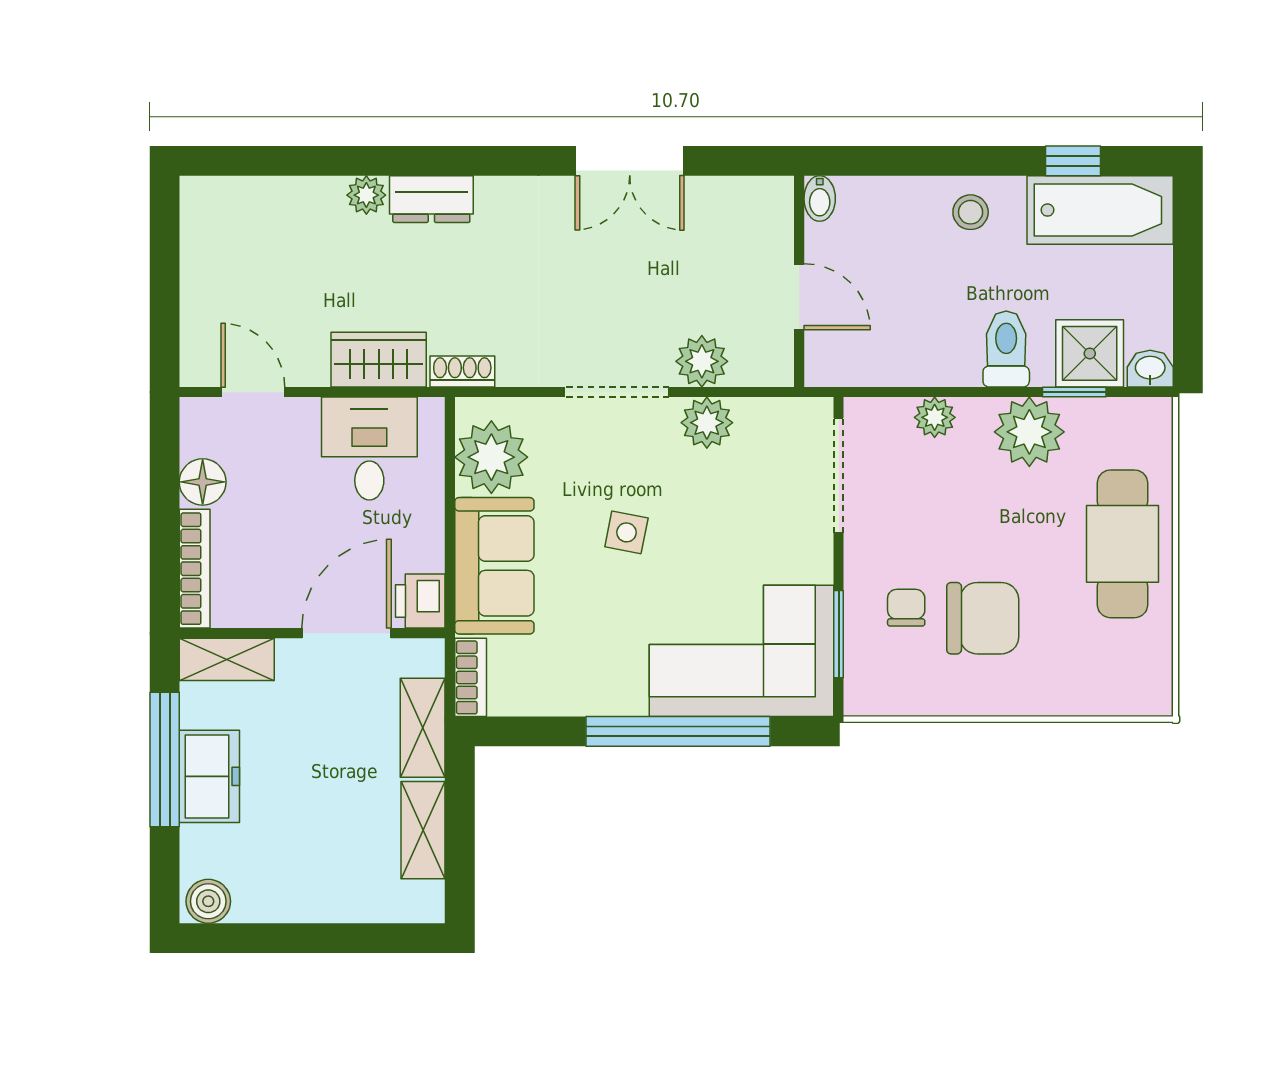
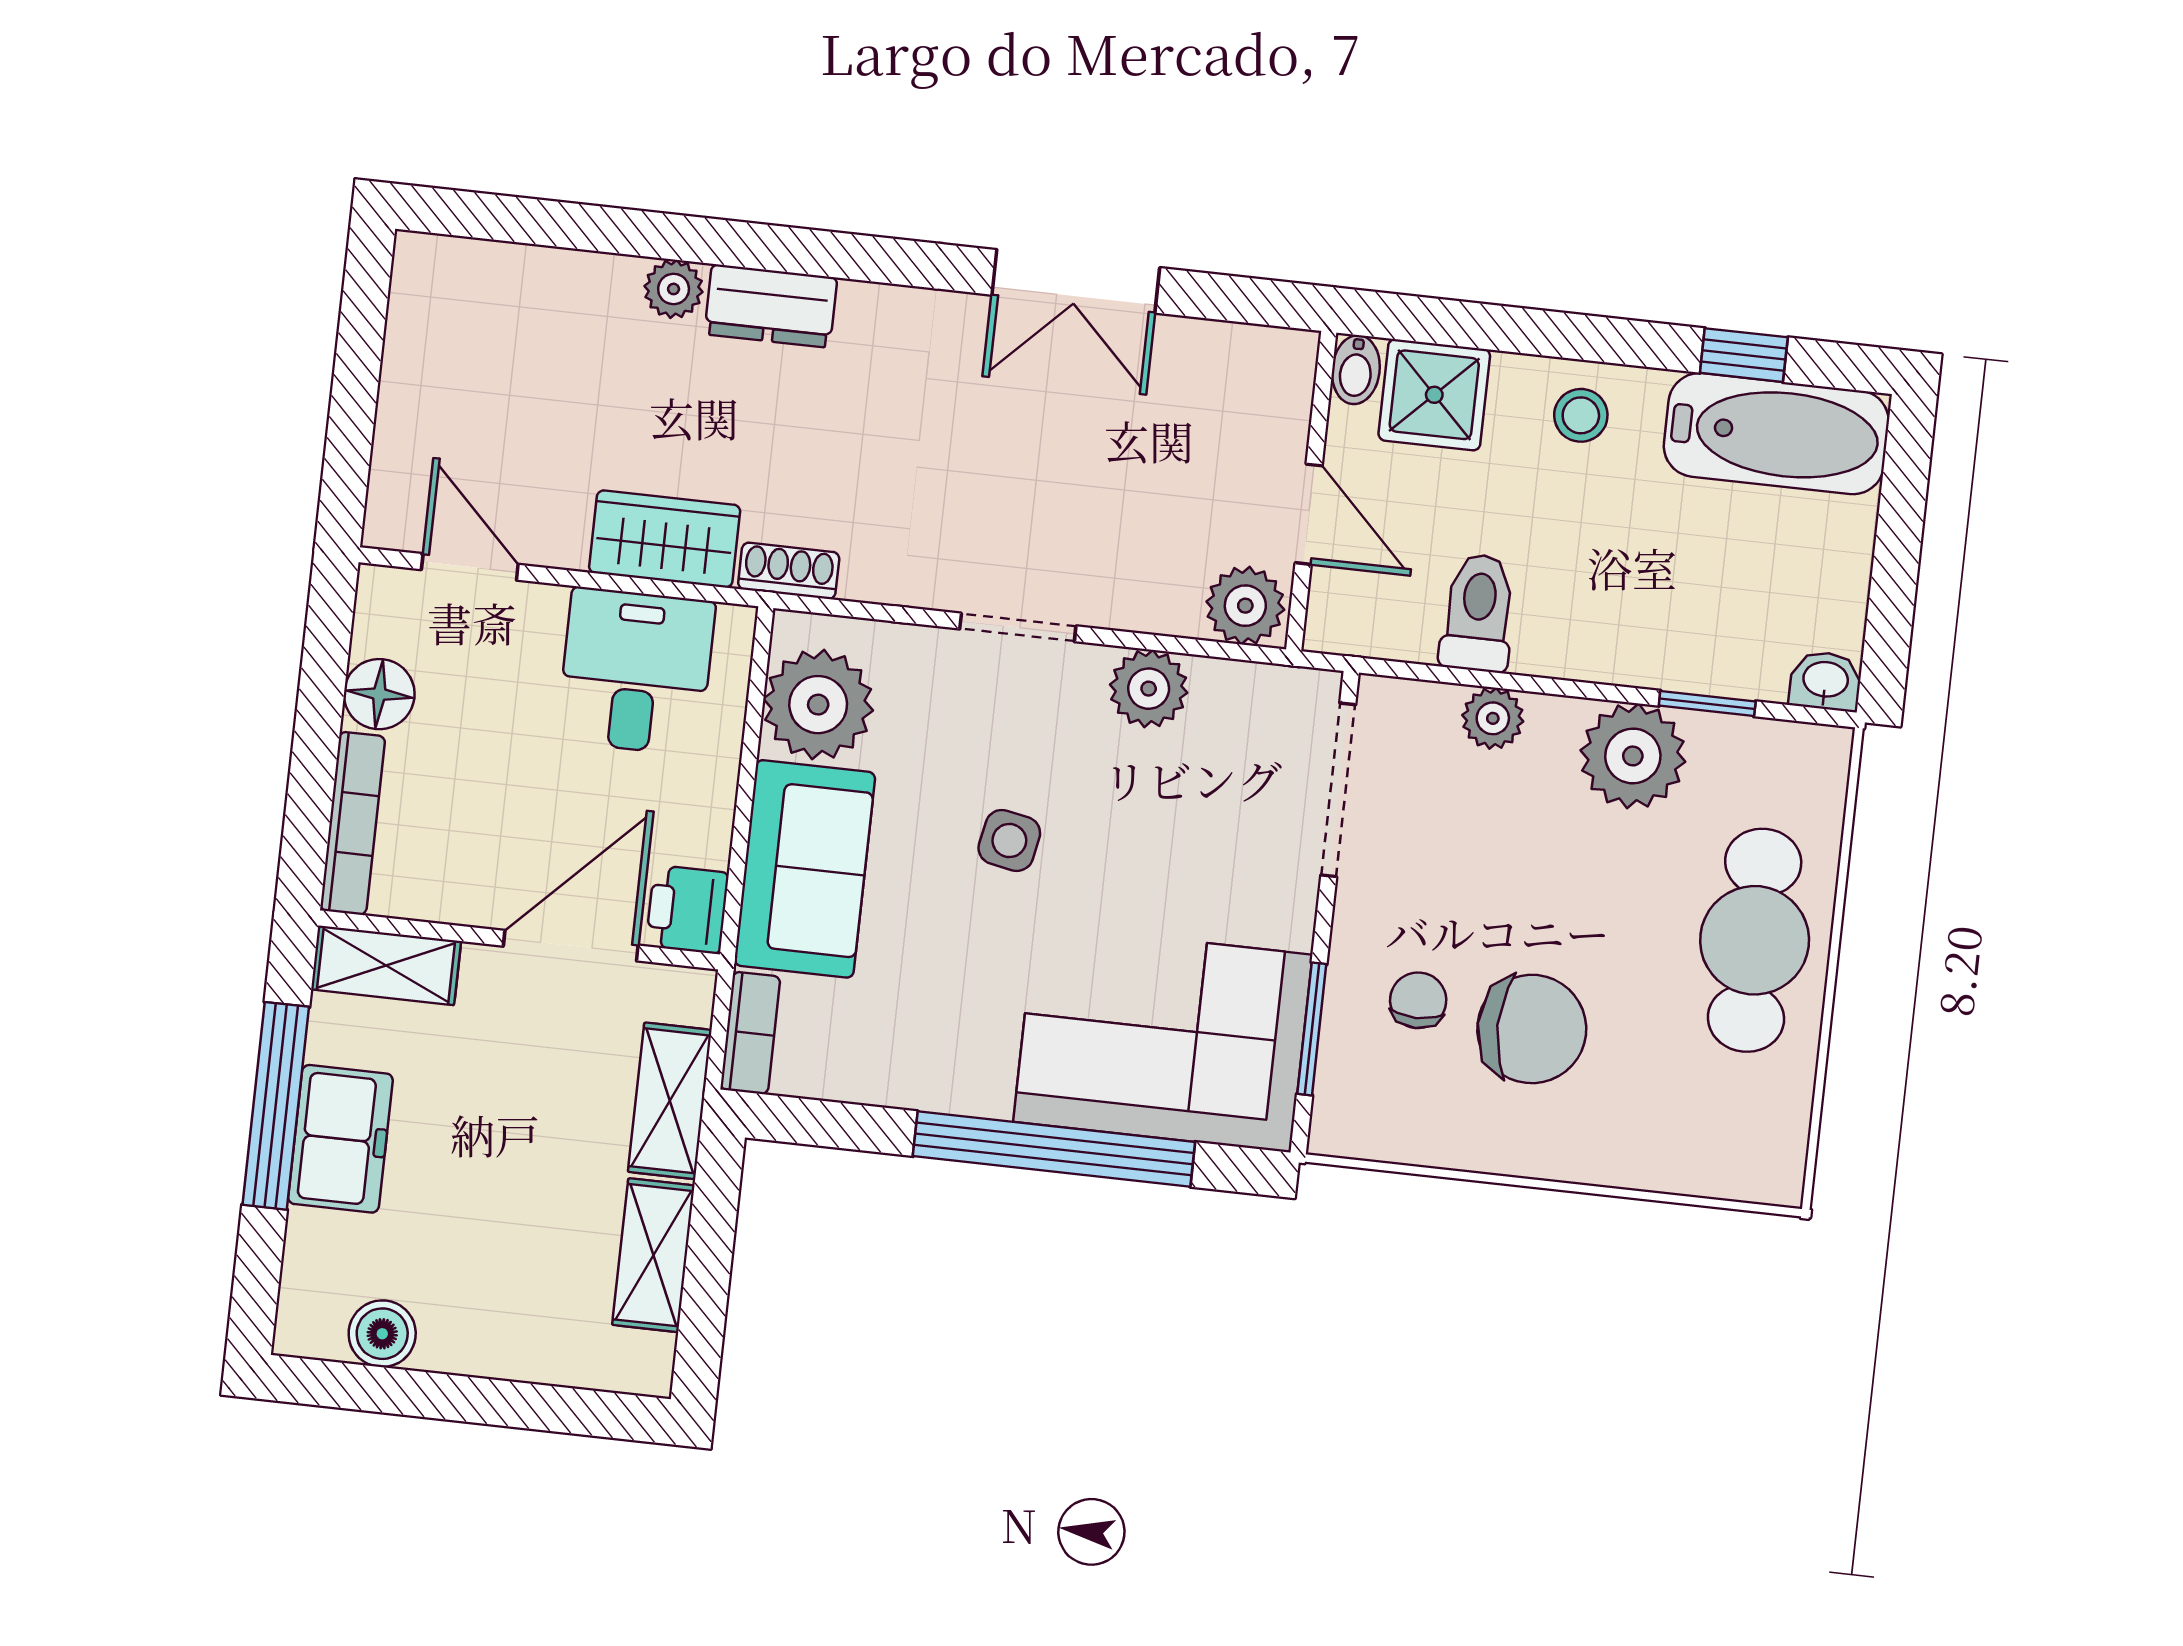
toilet: (1006, 349) -> (1478, 613), moved
shower: (1090, 353) -> (1434, 395), moved
plant: (702, 361) -> (1245, 606), moved
doorway: (617, 392) -> (1018, 627), width x0.73
boiler: (208, 901) -> (382, 1334), moved

